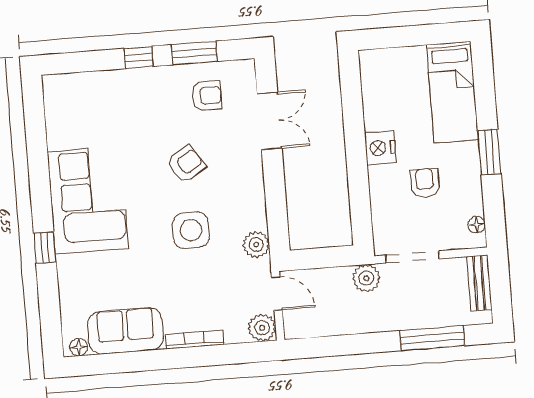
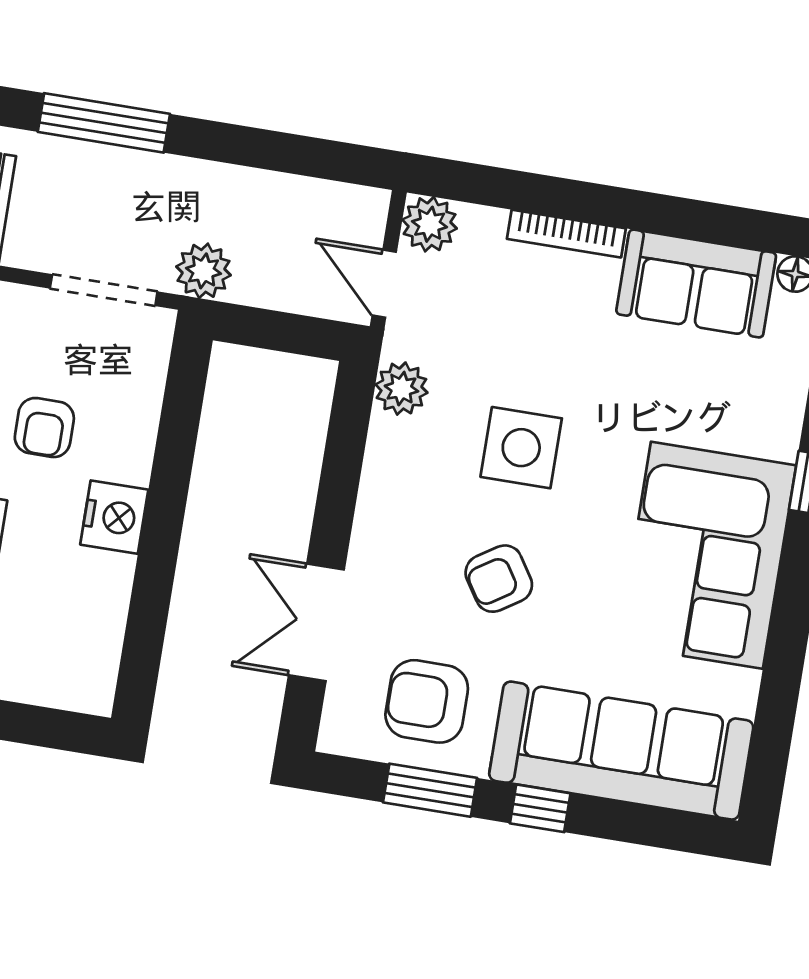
sofa: (106, 95) -> (621, 751), added
armchair: (207, 96) -> (427, 701), width x1.38, depth x1.38

